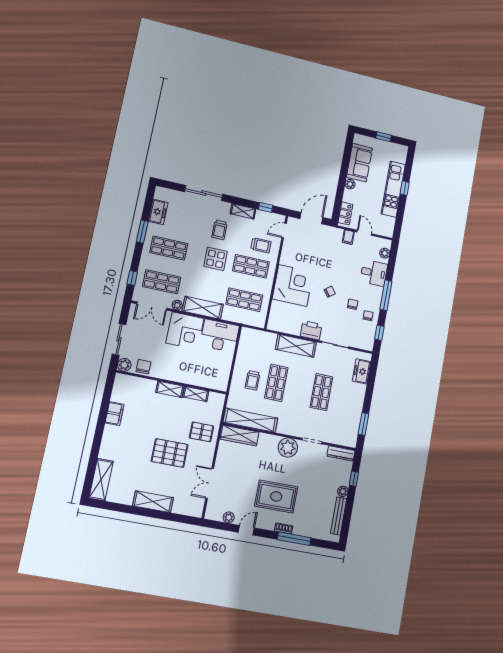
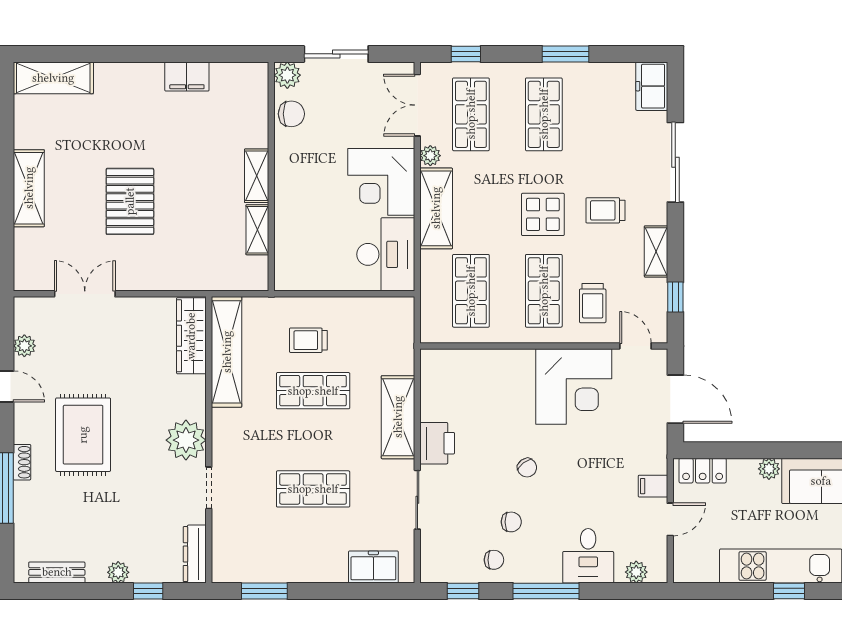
freezer: (158, 212) -> (652, 86), moved, turned 90
corner desk: (293, 285) -> (574, 386), moved
pallet: (201, 432) -> (184, 257), removed
bench: (339, 516) -> (57, 572), width x0.73

